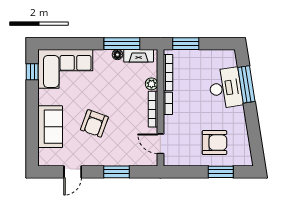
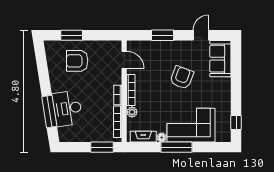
window: (122, 44) -> (177, 147), moved
corner sofa: (65, 69) -> (191, 125), moved
sofa: (50, 127) -> (220, 59), moved

